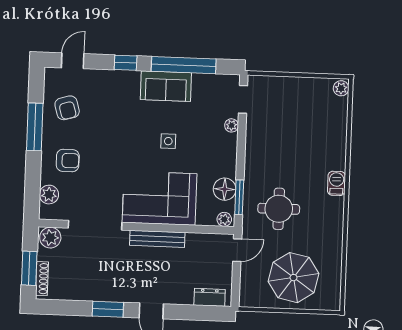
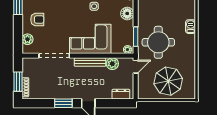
floor lamp: (225, 189) -> (127, 13), moved
round table: (279, 209) -> (158, 42), width x1.36, depth x1.36
plant: (50, 238) -> (112, 64), moved

